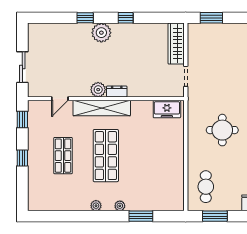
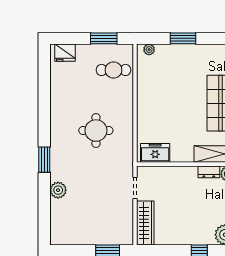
cafe table: (206, 187) -> (114, 70), turned 90
plant: (120, 206) -> (149, 50), moved

